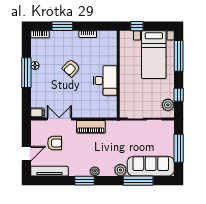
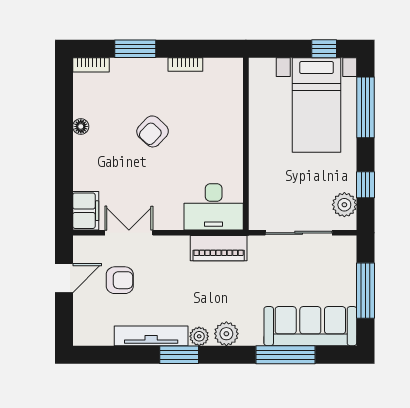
window: (137, 26) -> (324, 49), moved
window: (26, 73) -> (64, 141), removed
desk: (105, 80) -> (214, 207), moved, turned 90
filing cabinet: (37, 113) -> (86, 211), width x2.00
piano: (91, 127) -> (219, 248), moved
door: (26, 154) -> (64, 278), moved
plant: (120, 170) -> (226, 334), moved
tv unit: (49, 171) -> (151, 336), moved

